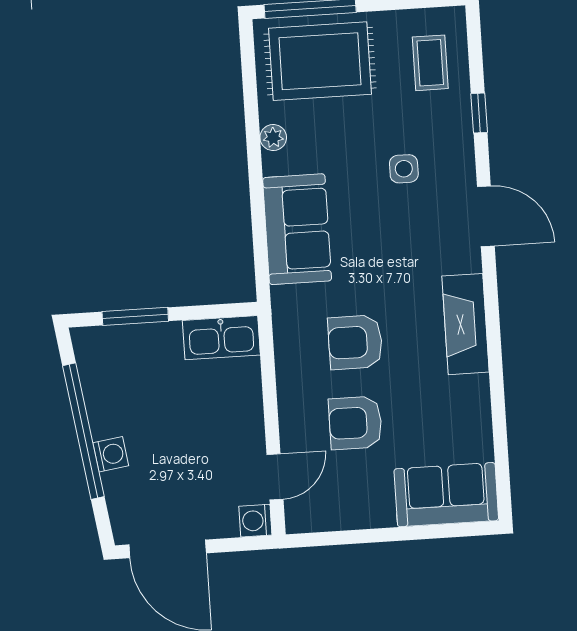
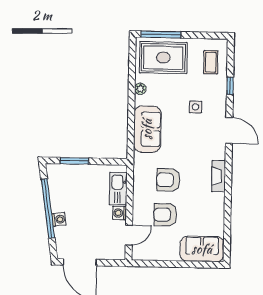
fireplace: (465, 324) -> (219, 176), width x0.73, depth x0.76
kitchen sink: (221, 338) -> (118, 189), moved, turned 90
washing machine: (255, 521) -> (120, 213), moved

